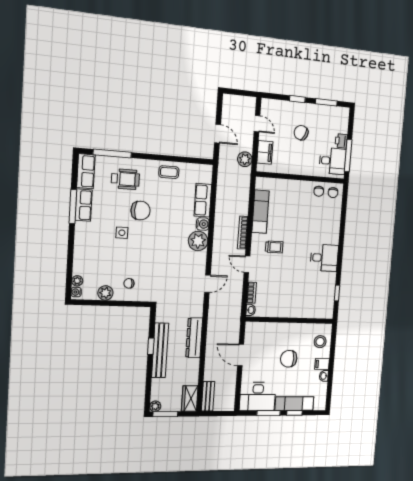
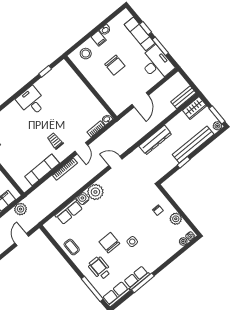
bench: (160, 350) -> (193, 144), moved

